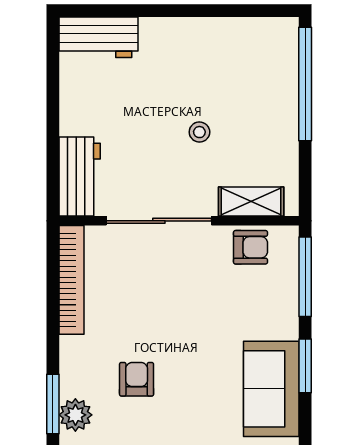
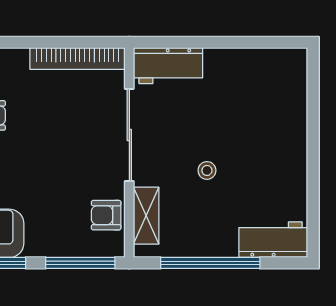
workbench: (98, 37) -> (273, 240), moved, turned 90
window: (305, 84) -> (210, 263), moved
armchair: (251, 247) -> (106, 215), turned 90

